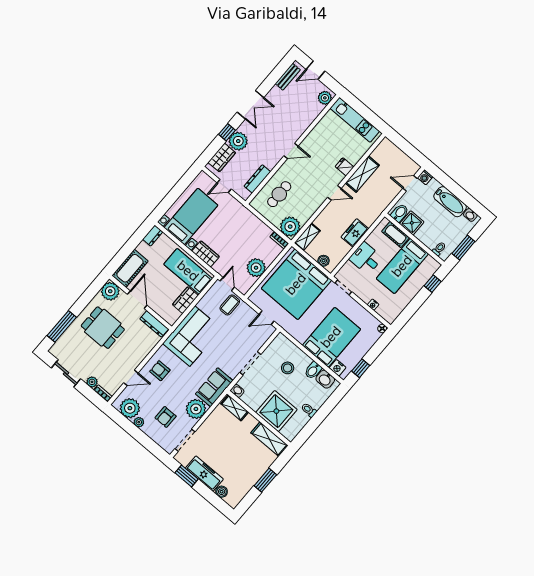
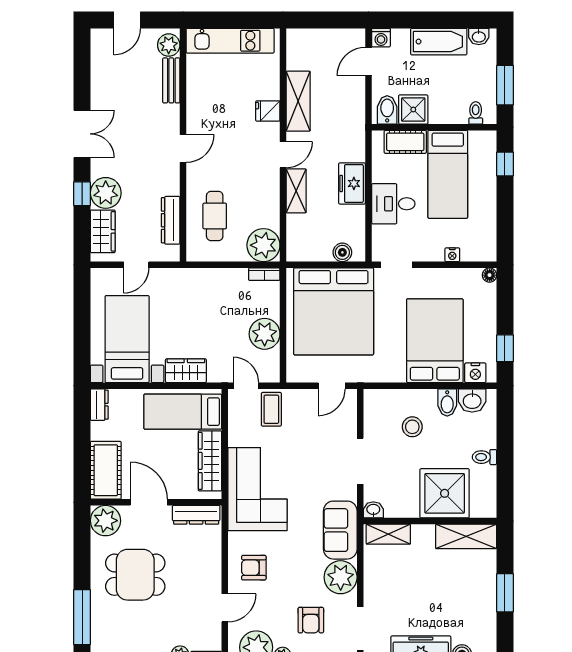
bench: (288, 77) -> (171, 80), moved
shelving: (307, 237) -> (296, 191), moved
wardrobe: (185, 300) -> (210, 461), width x1.50

